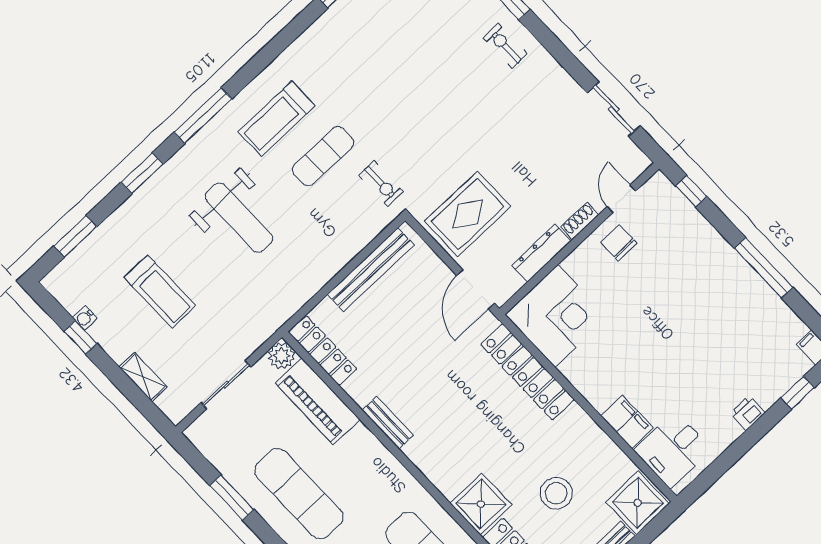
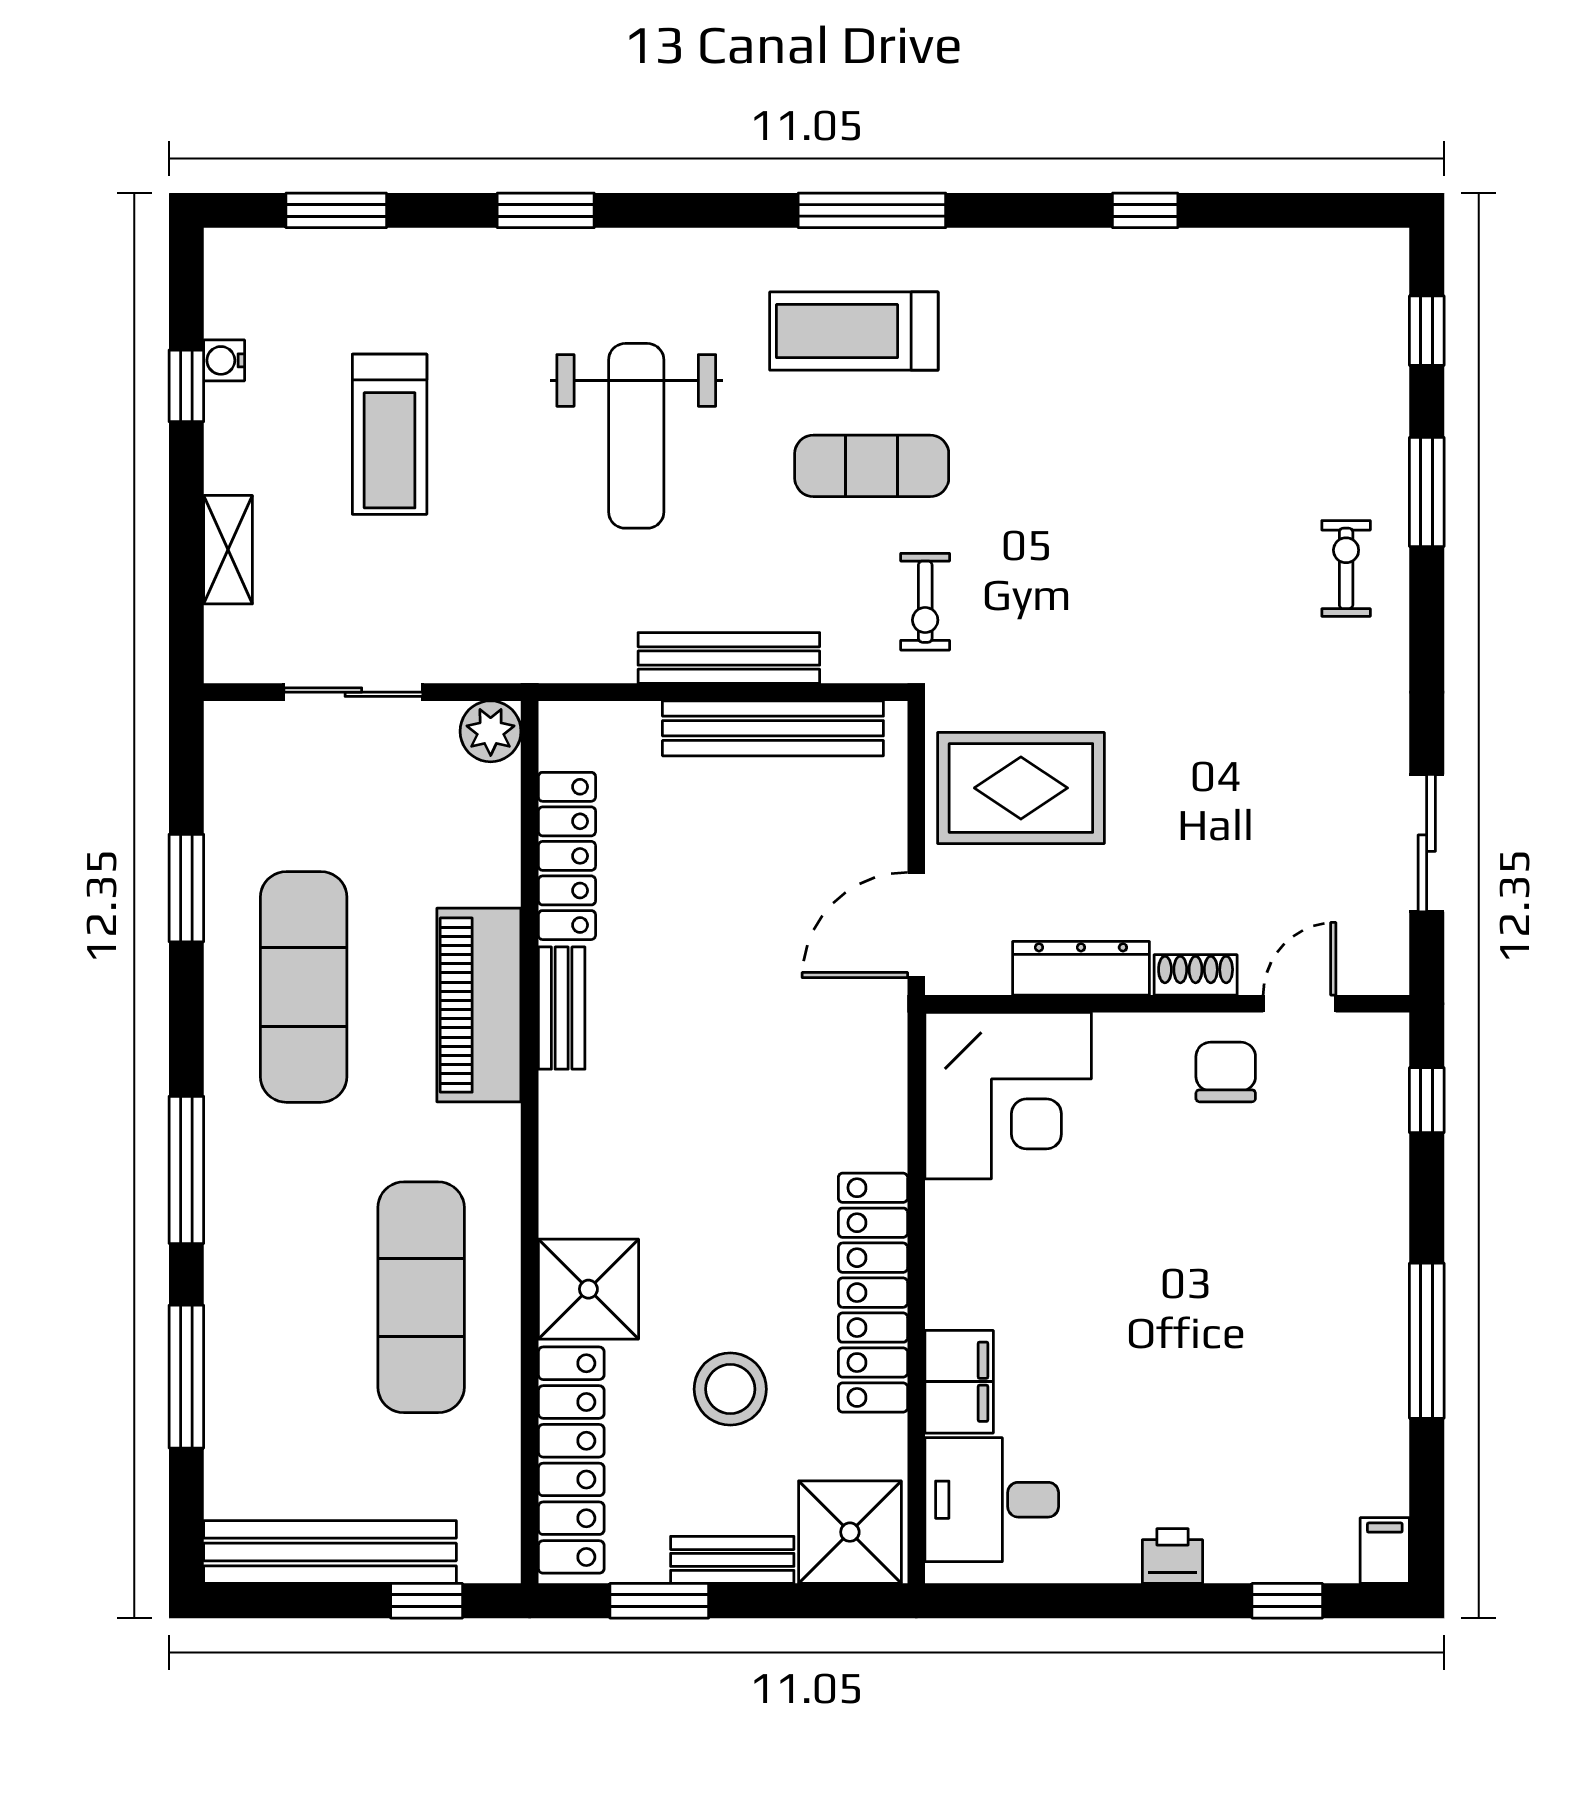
window: (203, 116) -> (872, 210), moved
bench: (335, 261) -> (729, 658), added
locker: (323, 351) -> (567, 856), moved
locker: (528, 372) -> (873, 1293), moved
piano: (318, 401) -> (479, 1005), moved

